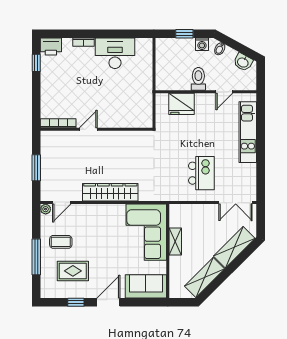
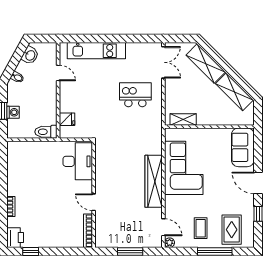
washing machine: (202, 44) -> (13, 112), moved
desk: (115, 53) -> (78, 161), moved, turned 180
toilet: (198, 79) -> (46, 132), moved
fridge: (181, 104) -> (67, 119), width x0.53, depth x0.75
corner sofa: (146, 232) -> (184, 168), moved, turned -90
shelving: (175, 241) -> (183, 119), moved
rug: (73, 271) -> (232, 230), moved

